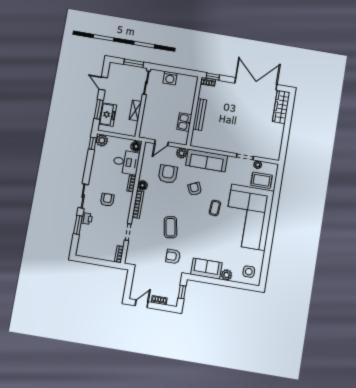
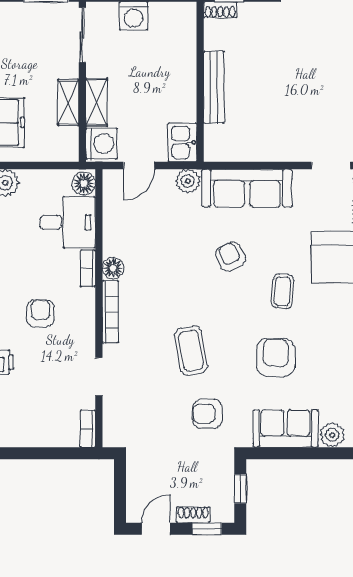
shelving: (148, 112) -> (97, 102), added
kitchen sink: (184, 122) -> (182, 142), moved
washing machine: (147, 131) -> (101, 144), added
armchair: (168, 174) -> (276, 357), moved
window: (164, 308) -> (207, 529), added

